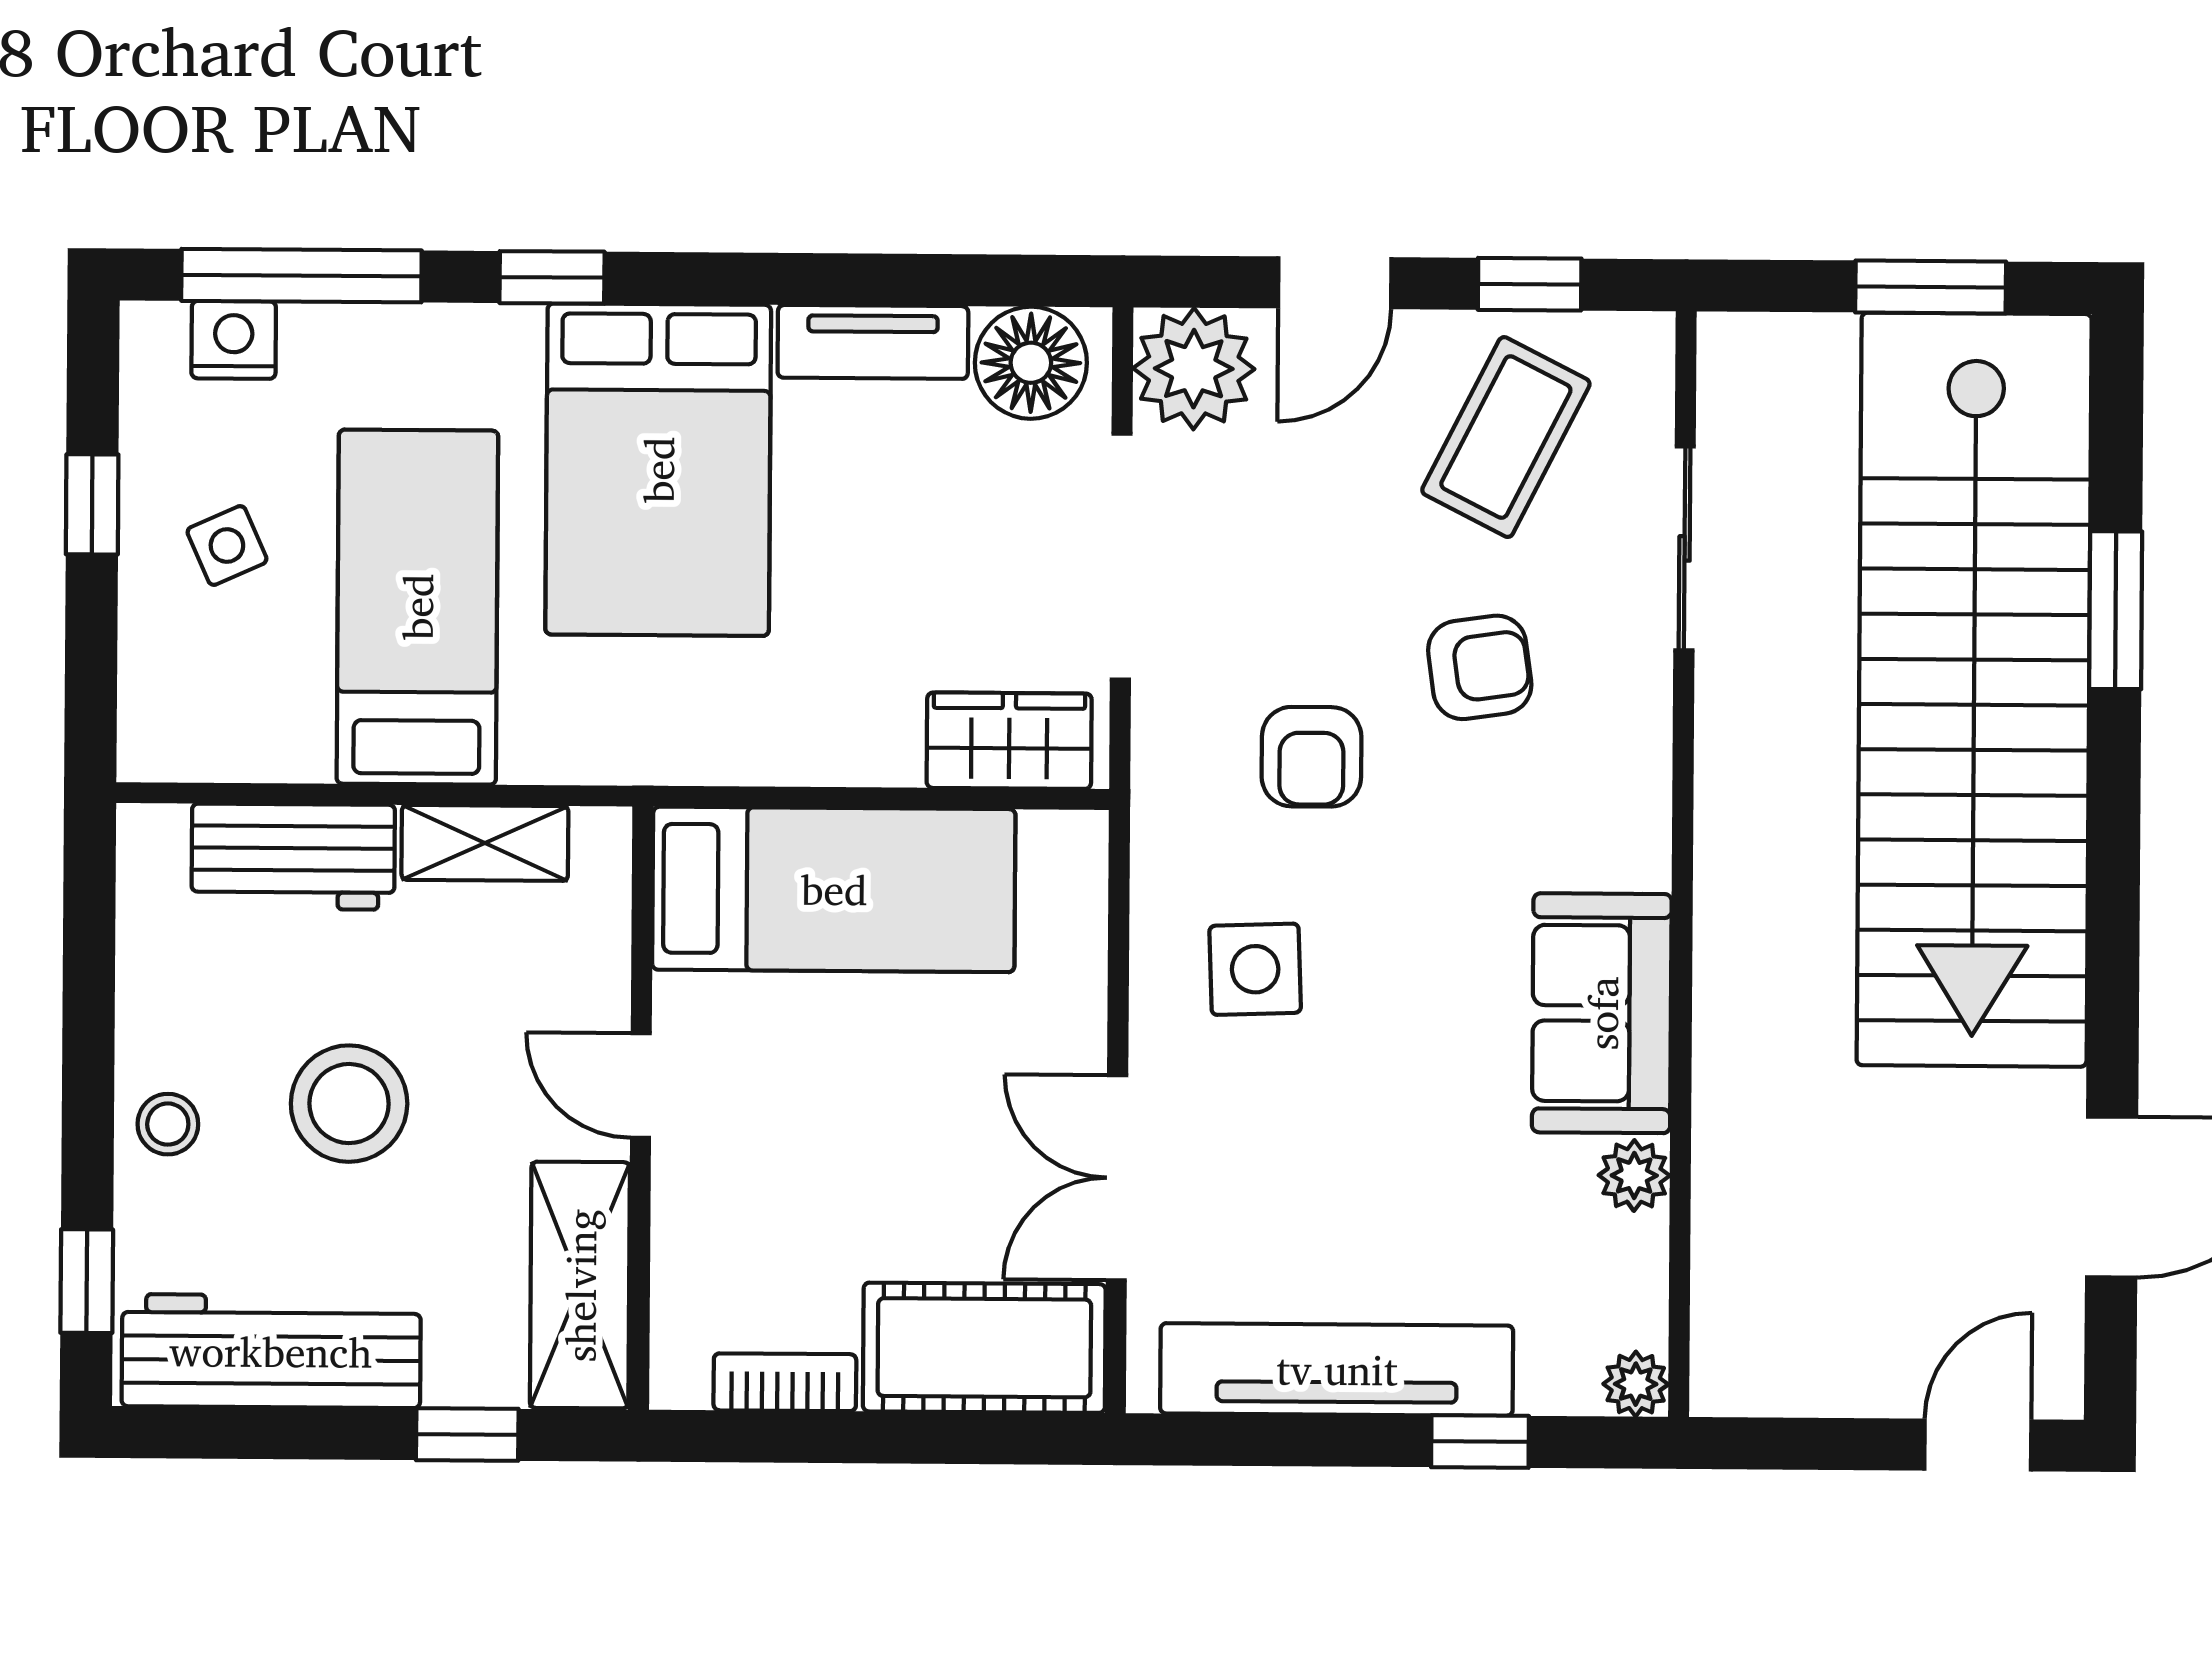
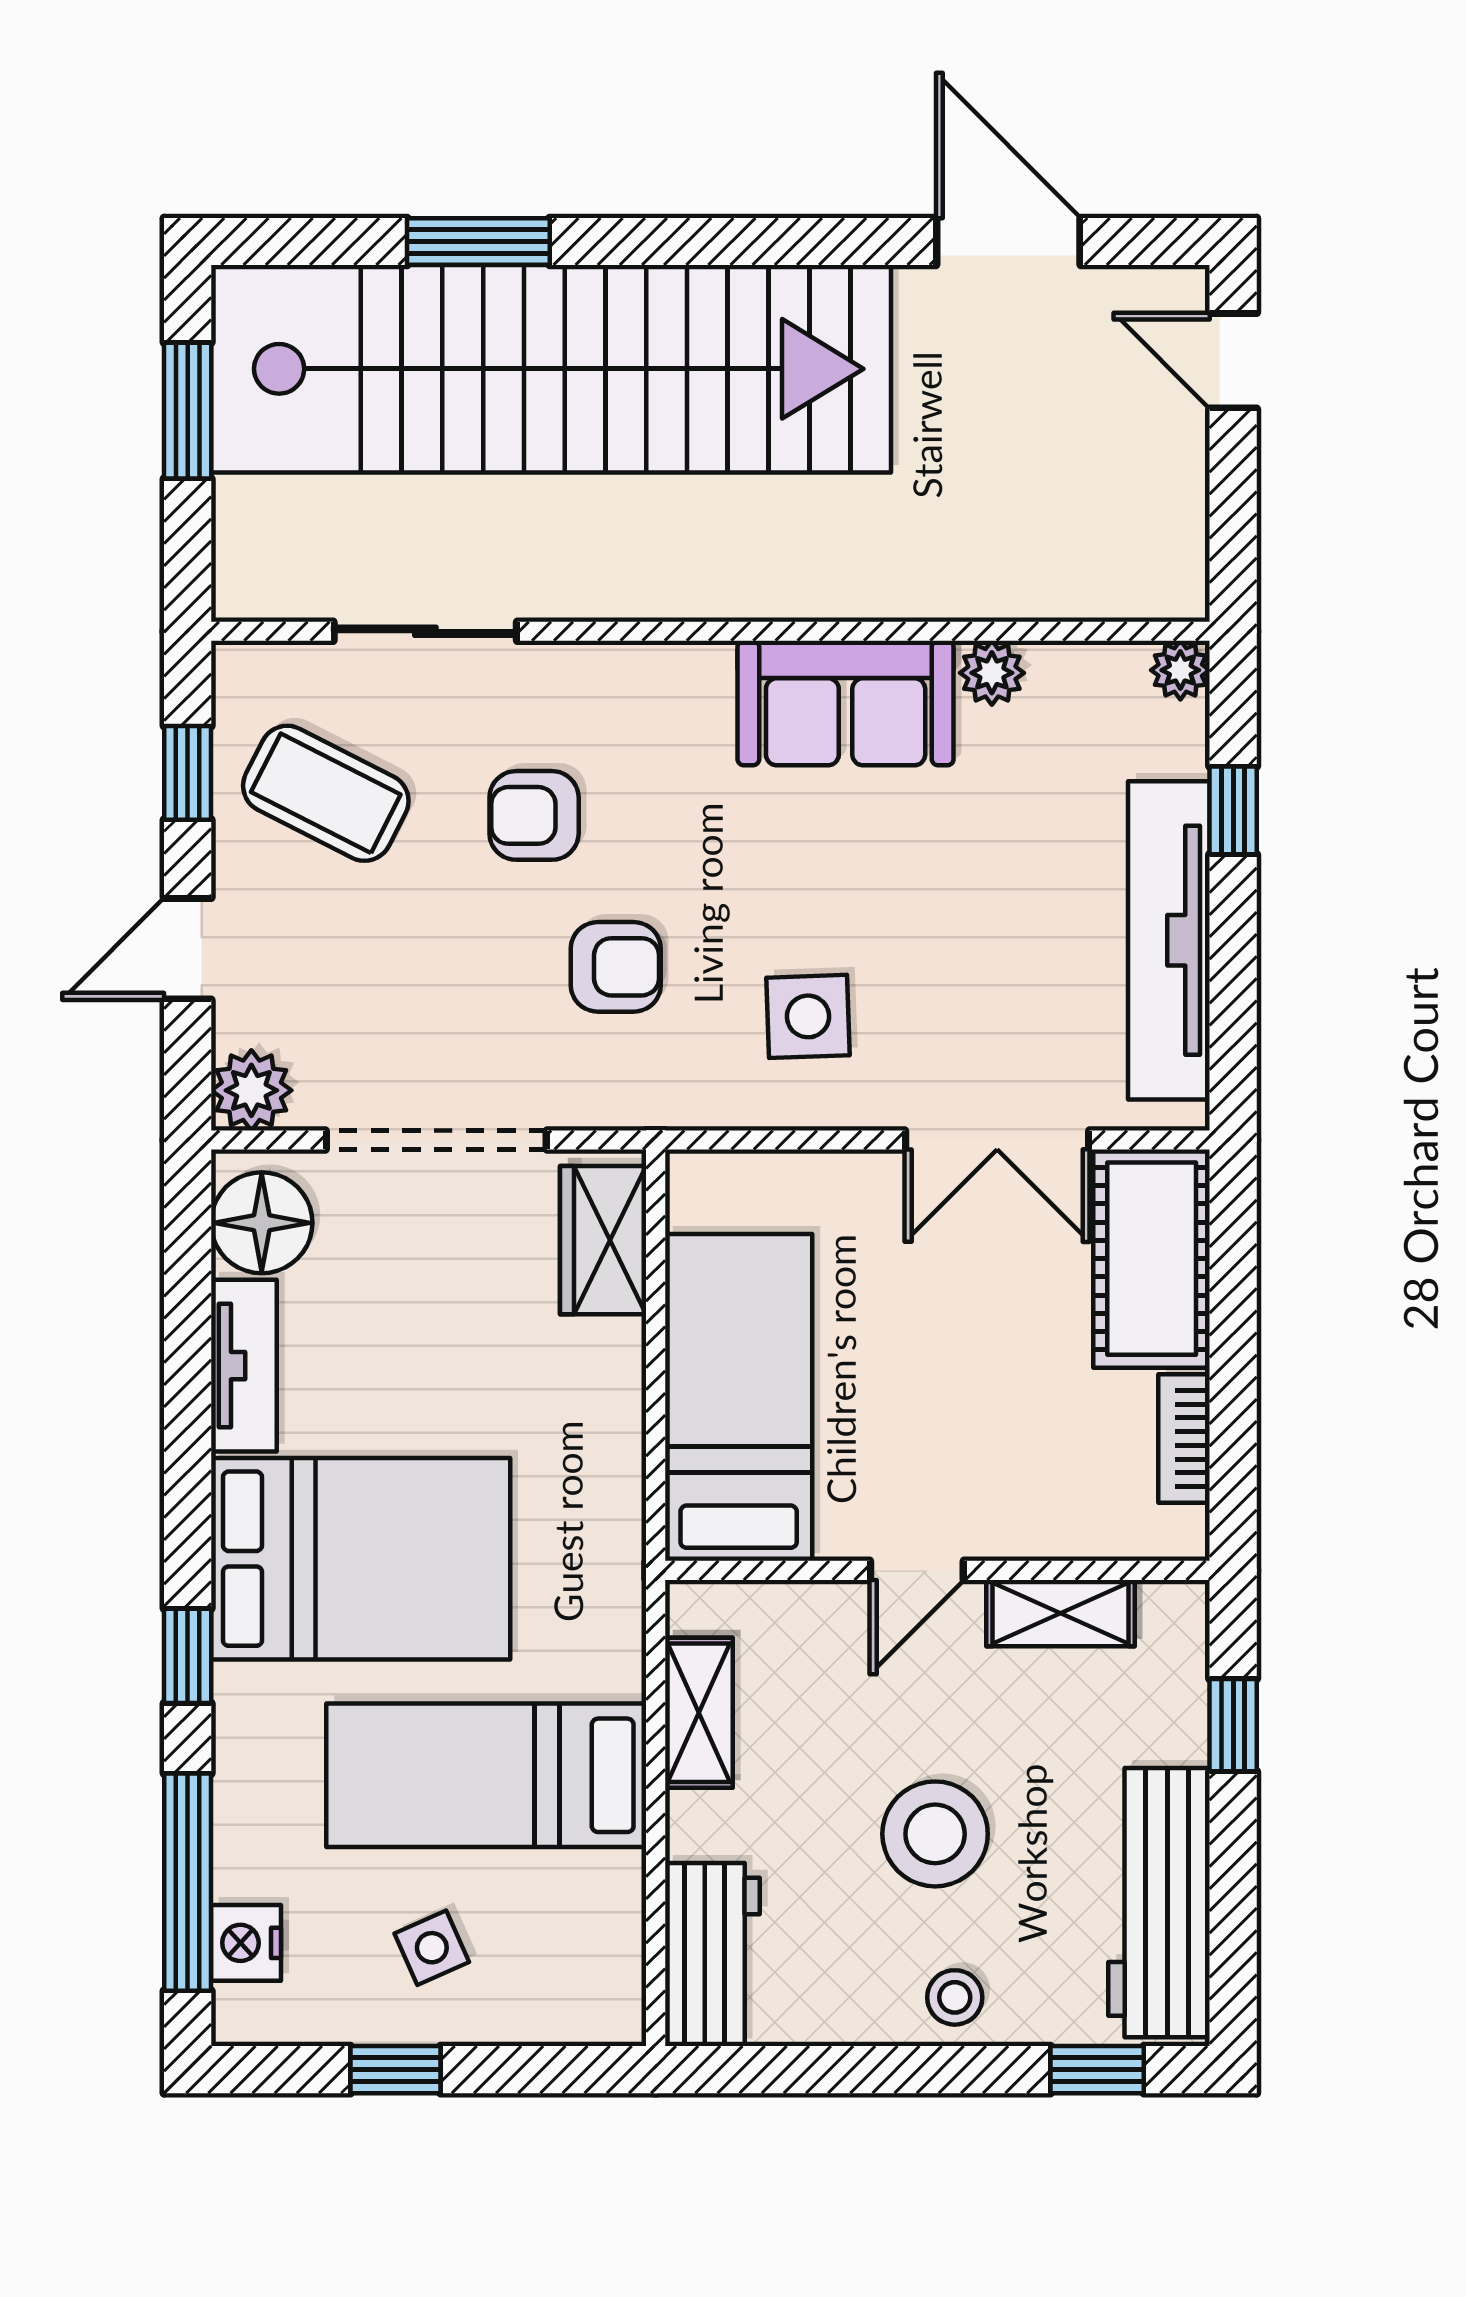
door: (1335, 283) -> (188, 949), swing flipped
plant: (1194, 369) -> (251, 1090), width x0.73, depth x0.73
armchair: (1480, 667) -> (534, 815), turned -82
workbench: (293, 857) -> (712, 1955), moved
shelving: (580, 1285) -> (1060, 1613), width x0.67, depth x0.75

